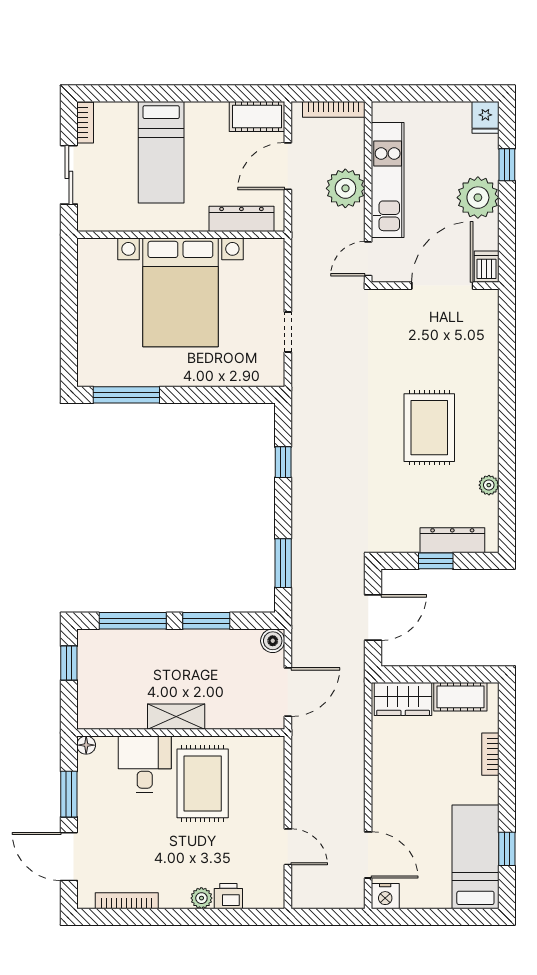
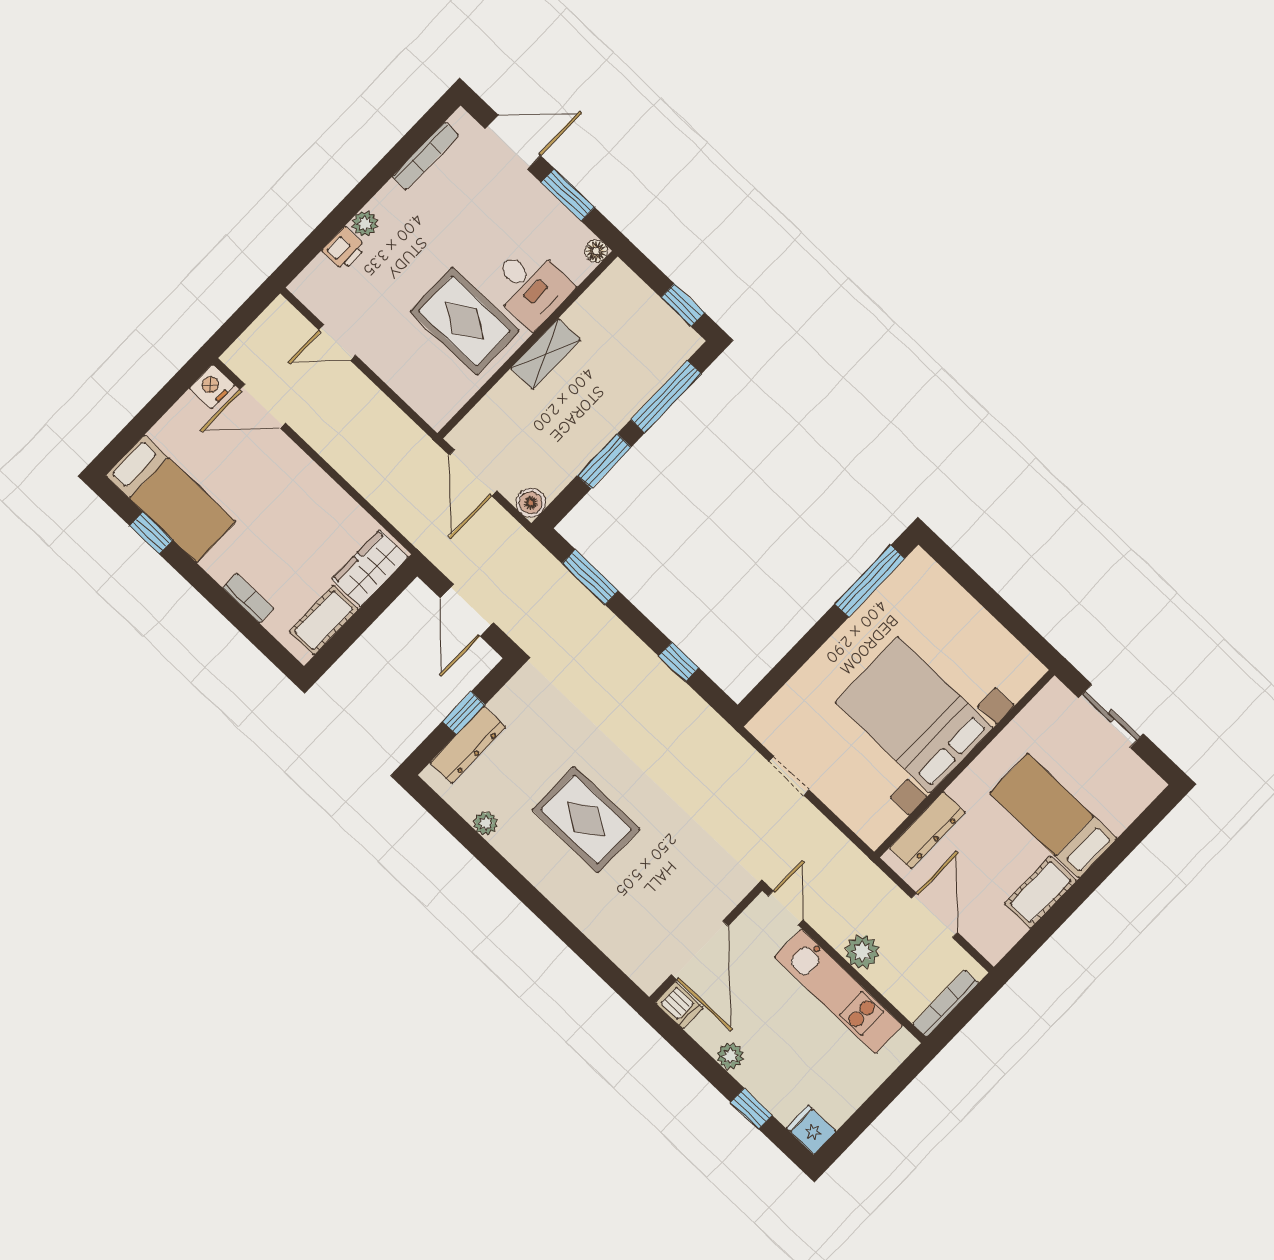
cot: (257, 117) -> (1040, 892), moved
bookcase: (85, 123) -> (1143, 774), removed
plant: (345, 188) -> (862, 952), width x0.73, depth x0.73
plant: (478, 198) -> (730, 1056), width x0.53, depth x0.53

